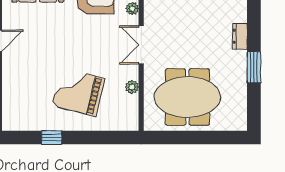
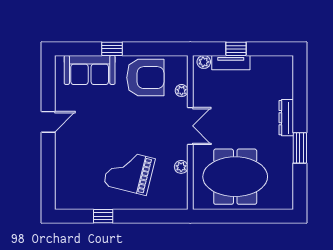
dresser: (240, 36) -> (286, 118), width x1.44
double door: (141, 45) -> (190, 126), swing flipped

